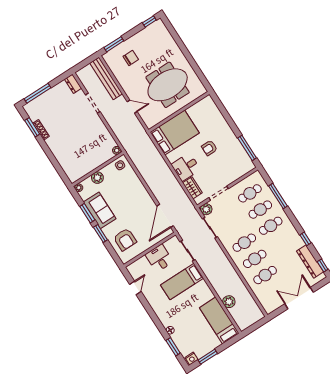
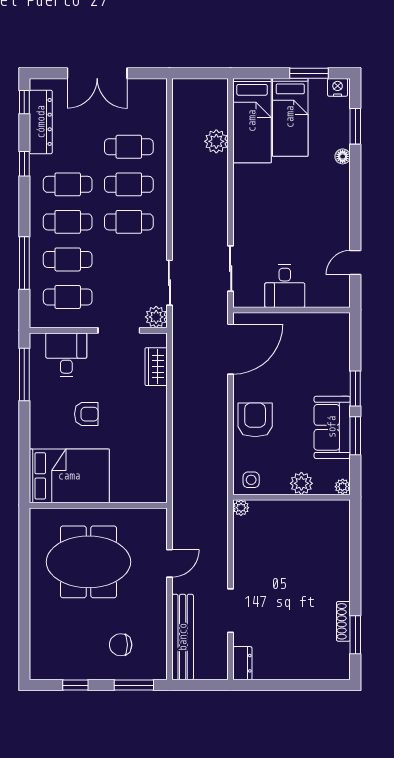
window: (149, 21) -> (75, 685), moved
window: (37, 93) -> (311, 685), removed
door: (132, 107) -> (169, 563), swing flipped
bed: (175, 133) -> (69, 476), moved, turned 180
desk: (186, 167) -> (66, 355), moved, turned -90
armchair: (125, 239) -> (255, 420), moved
cafe table: (281, 242) -> (68, 184), added
bed: (182, 282) -> (290, 117), moved, turned 90

